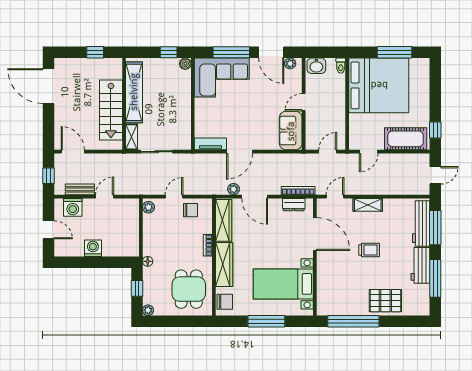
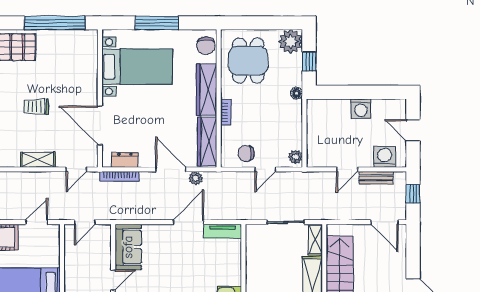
chair: (225, 302) -> (206, 46), turned -90
plant: (148, 310) -> (291, 41), width x1.88, depth x1.88

